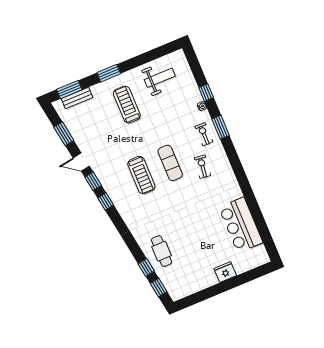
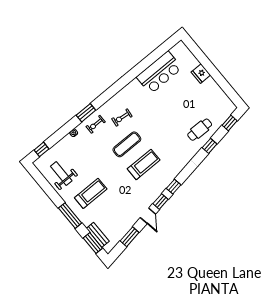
window: (109, 73) -> (70, 216), width x1.44
window: (206, 93) -> (41, 149), moved
treadmill: (127, 105) -> (91, 193), turned 180
window: (146, 267) -> (210, 146), moved

